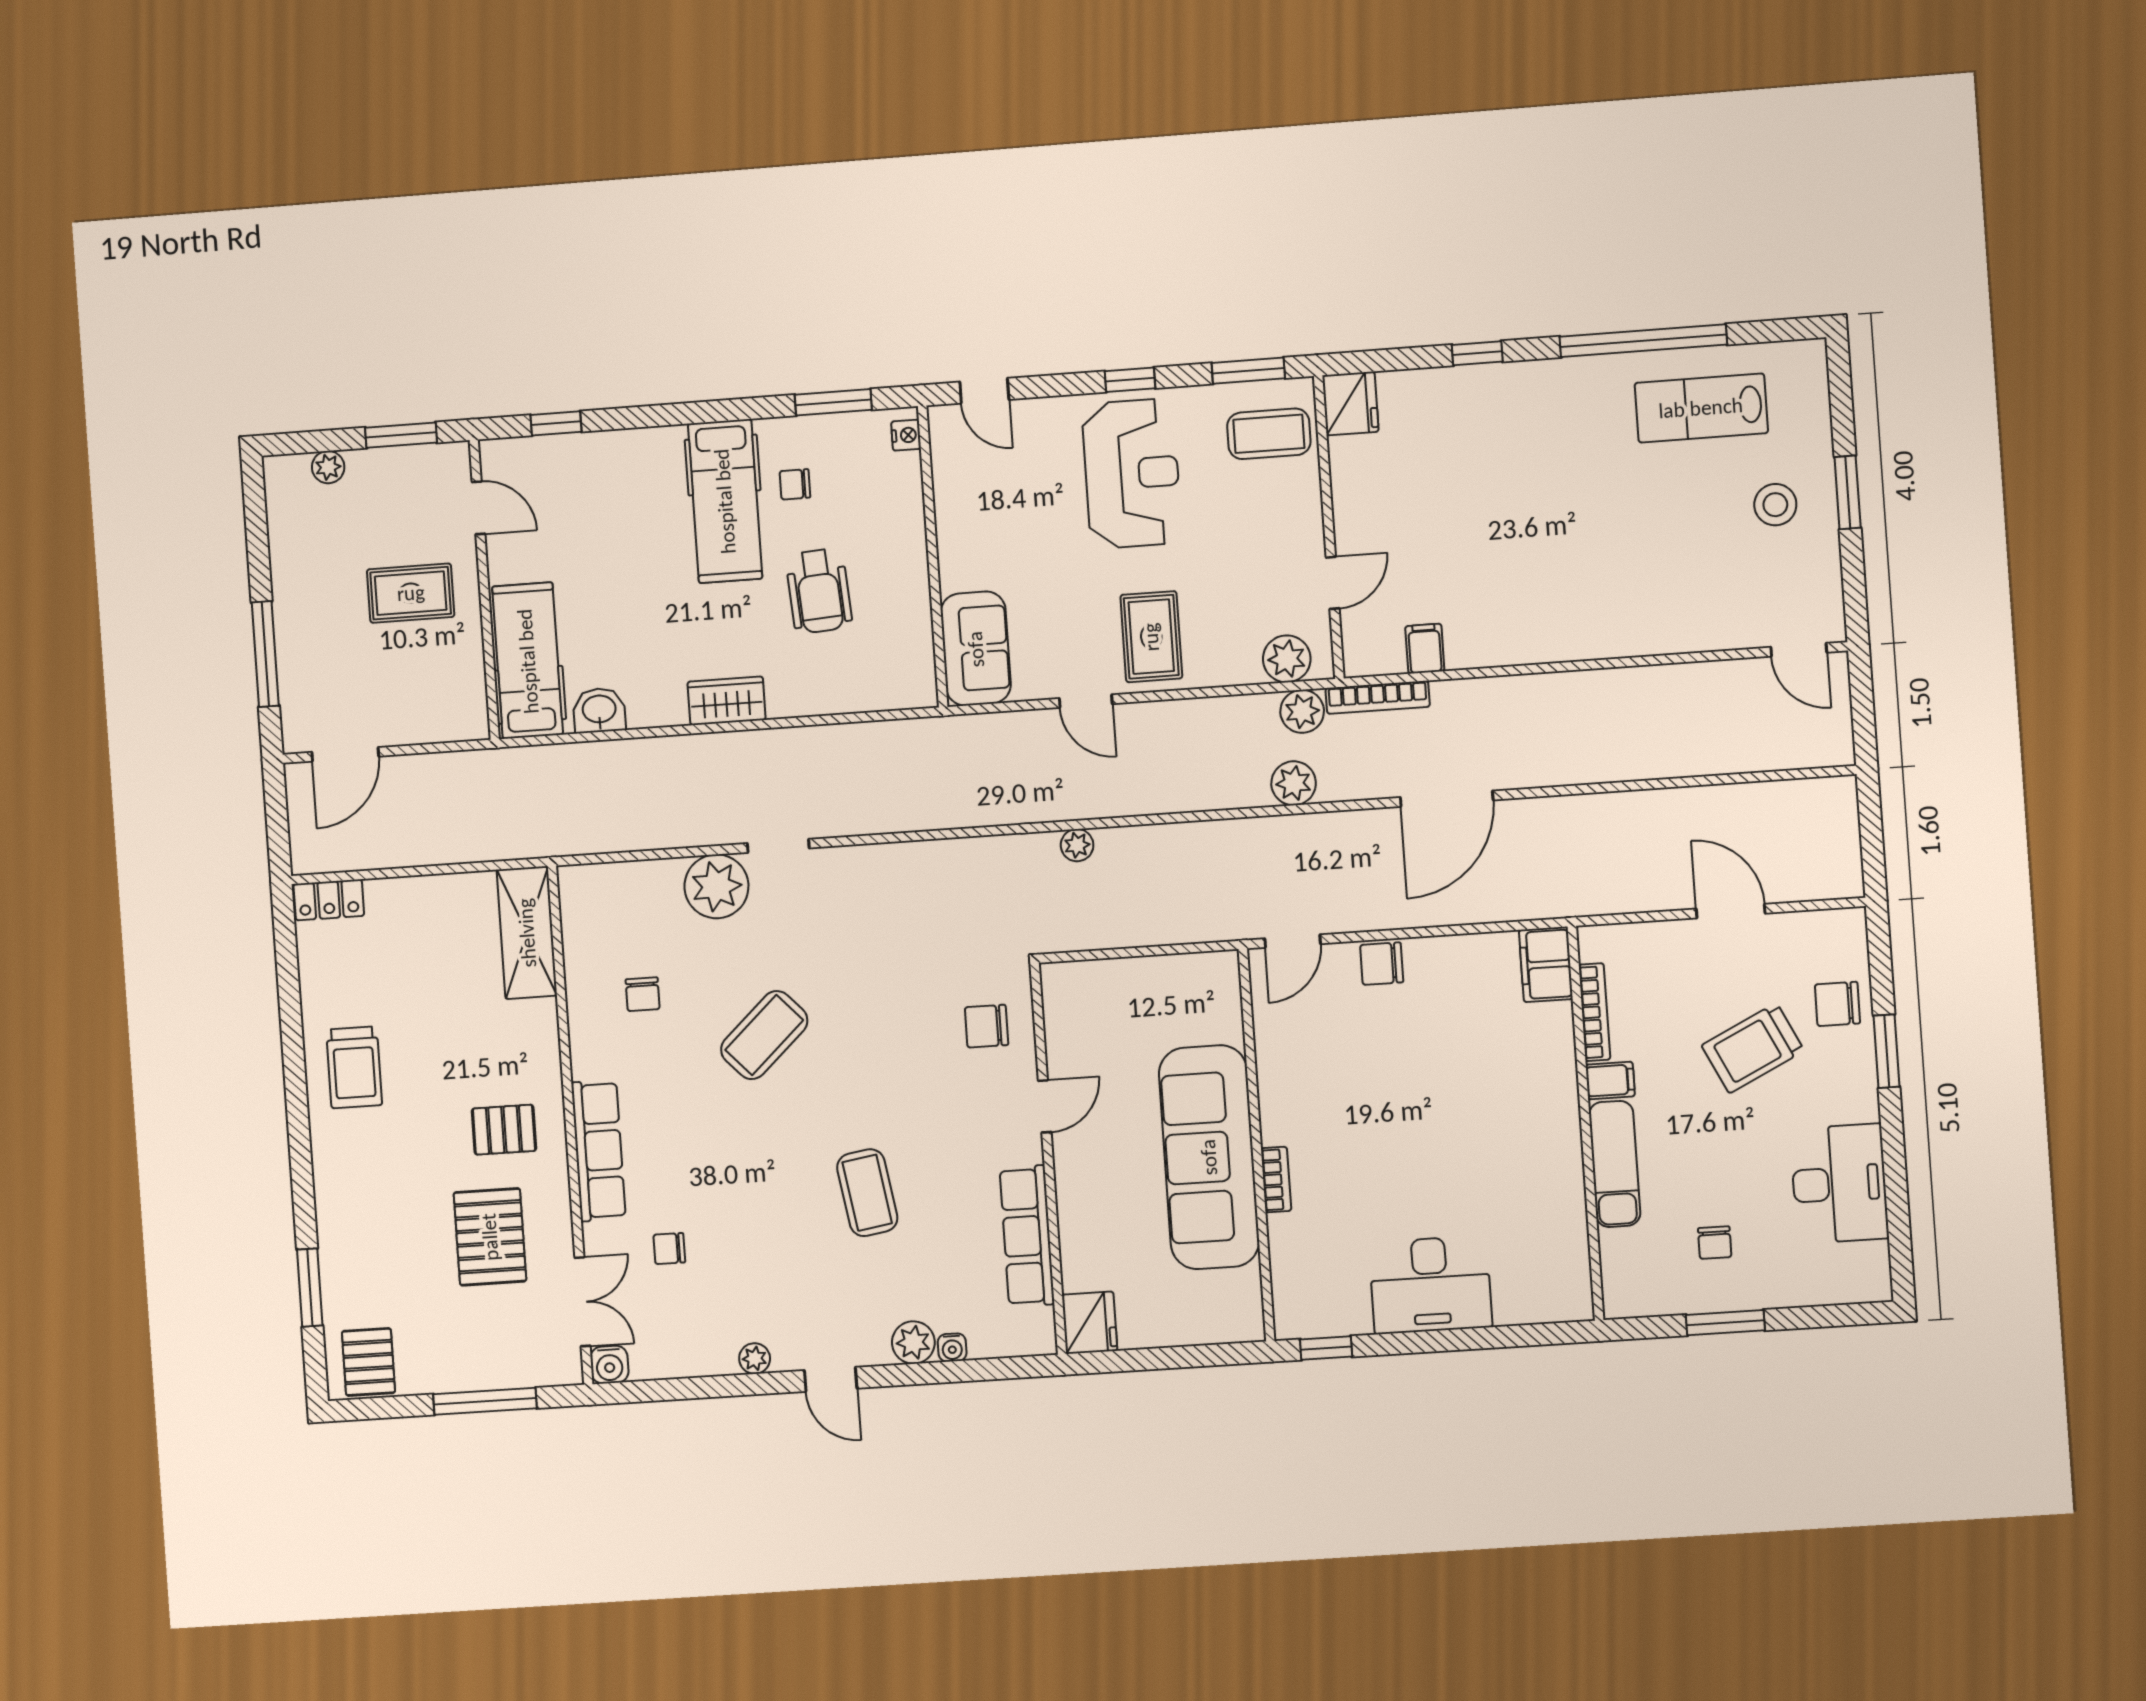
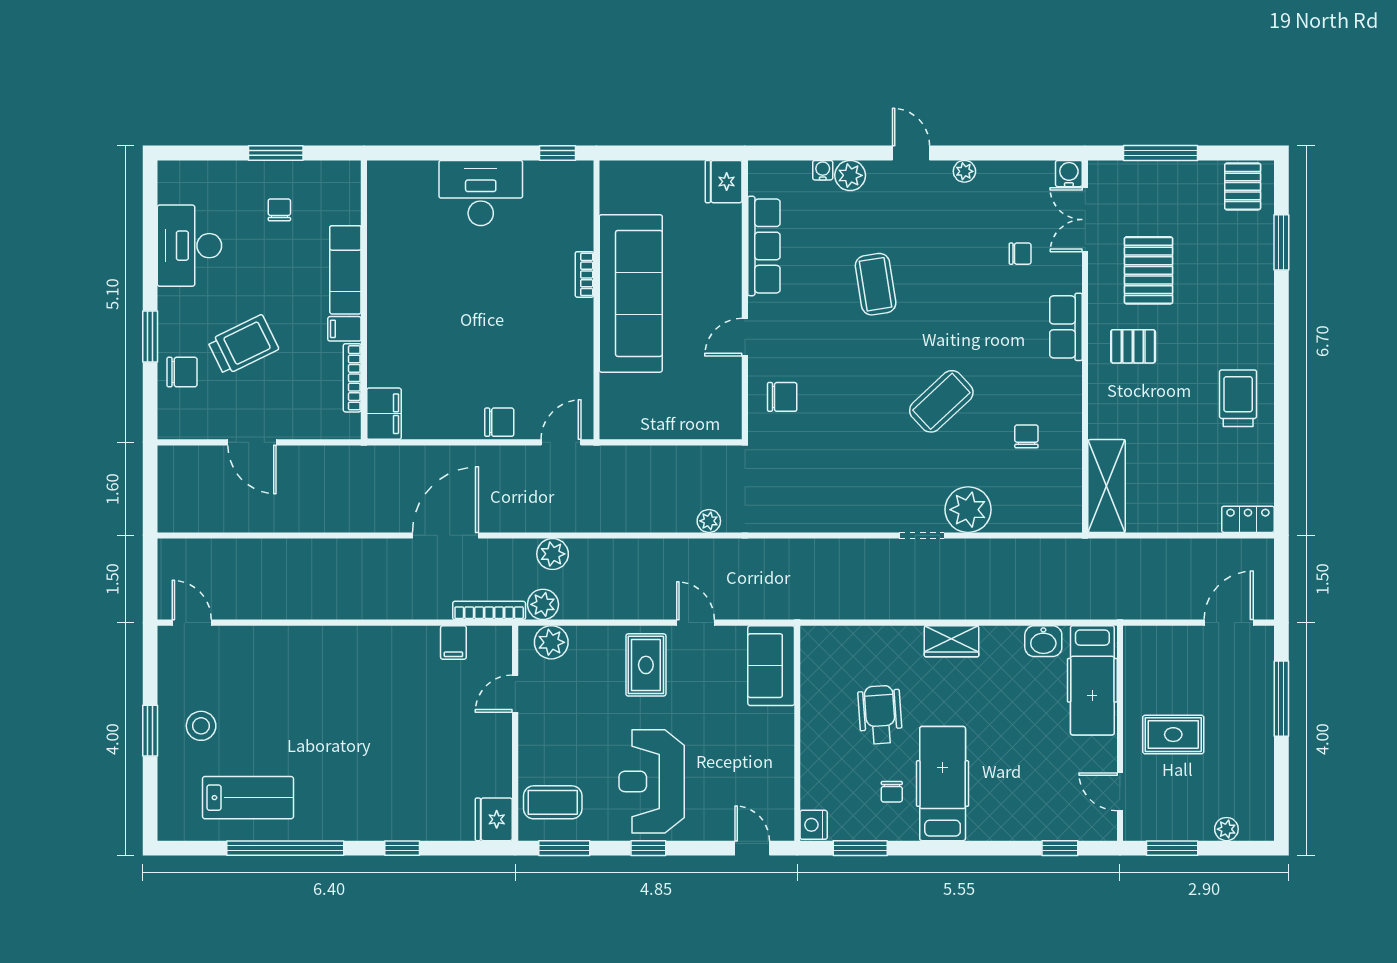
nightstand: (906, 435) -> (814, 825), width x1.39, depth x1.35
chair: (795, 484) -> (892, 792), turned 90
row of seats: (599, 1151) -> (1066, 327), width x0.68

